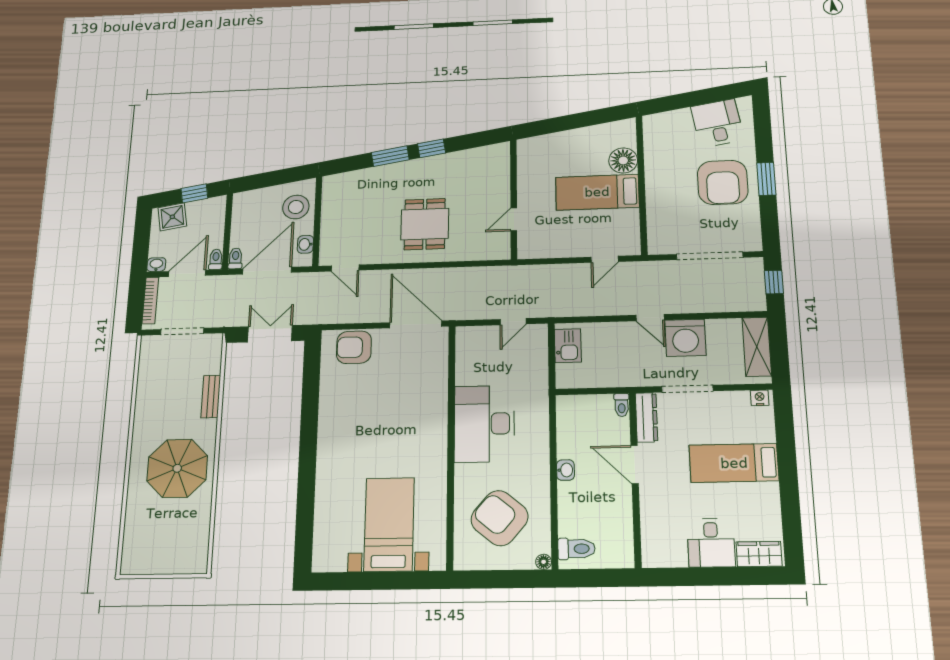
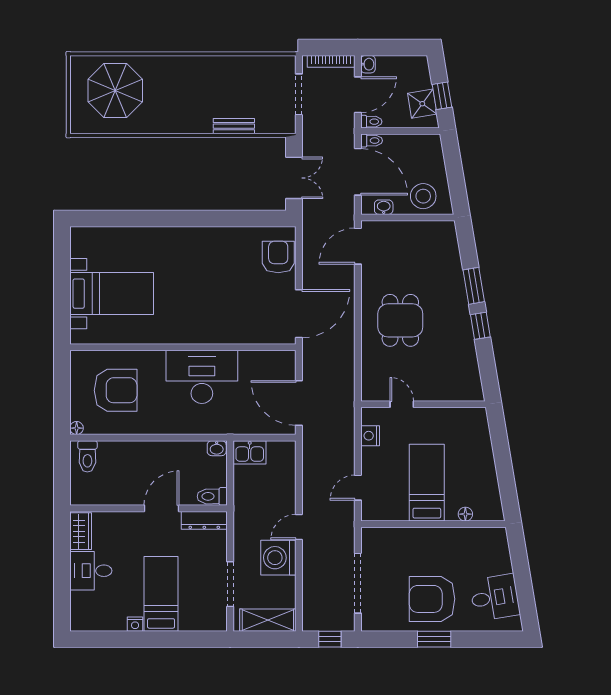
floor lamp: (623, 160) -> (465, 514), width x0.53, depth x0.53
shower: (172, 217) -> (422, 104), moved
dining table: (425, 224) -> (400, 320), turned 90
nightstand: (548, 249) -> (370, 436), added
door: (605, 259) -> (358, 488), hinge flipped
door: (345, 268) -> (358, 246), width x1.38
door: (187, 273) -> (358, 95), hinge flipped
door: (513, 322) -> (299, 403), width x1.88
kitchen sink: (568, 346) -> (250, 452), moved
doorway: (687, 389) -> (230, 584), moved
nightstand: (760, 398) -> (135, 624), moved, turned 90
toilet: (622, 405) -> (212, 496), width x1.37, depth x1.39
parasol: (177, 468) -> (115, 91), moved
washbasin: (565, 470) -> (217, 448), moved
armchair: (500, 518) -> (116, 390), turned 50
wardrobe: (759, 554) -> (81, 531), moved

